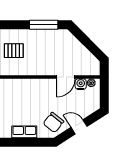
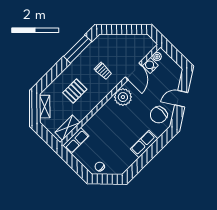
trolley: (46, 56) -> (103, 71), added
plant: (42, 87) -> (123, 97), added
chair: (53, 122) -> (159, 115), turned 51

